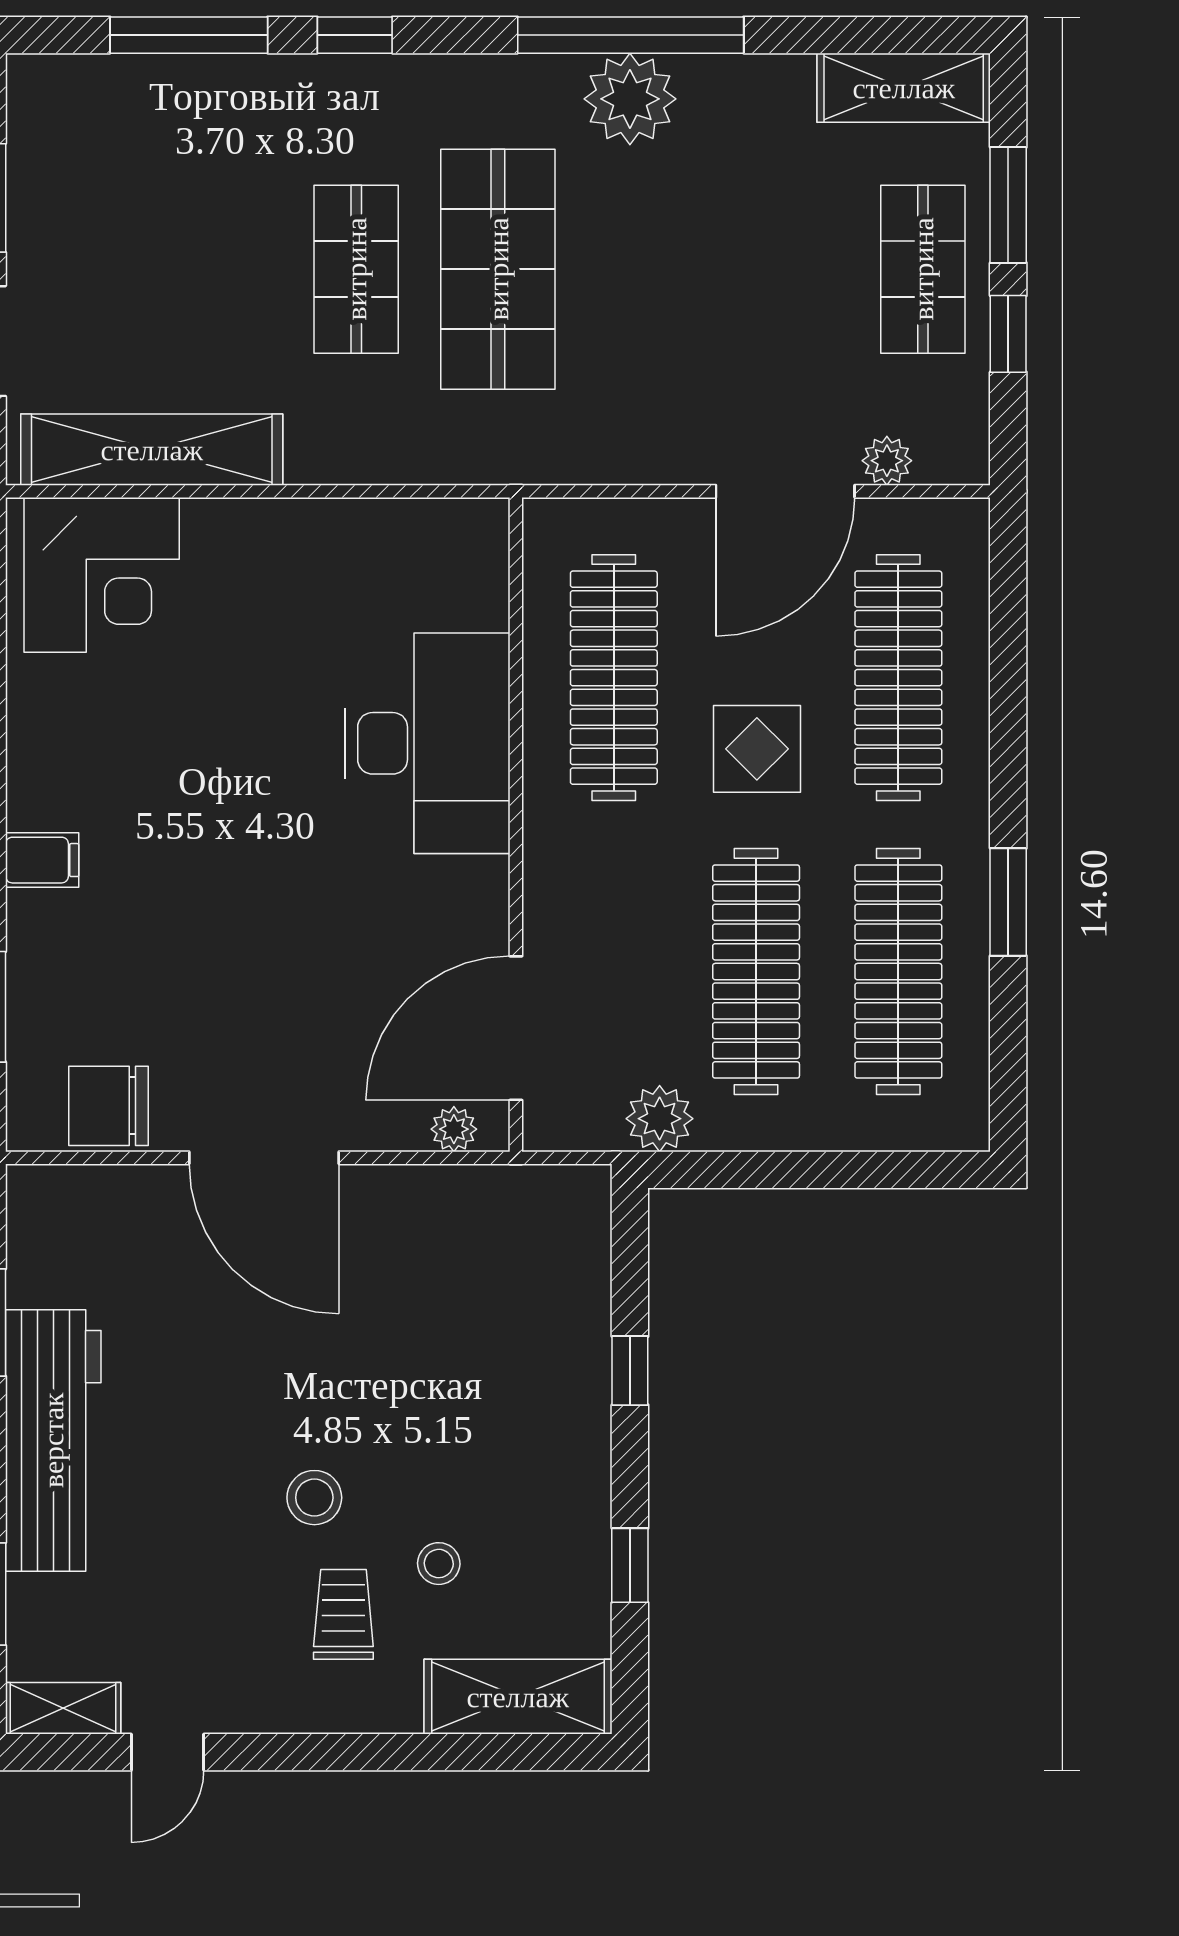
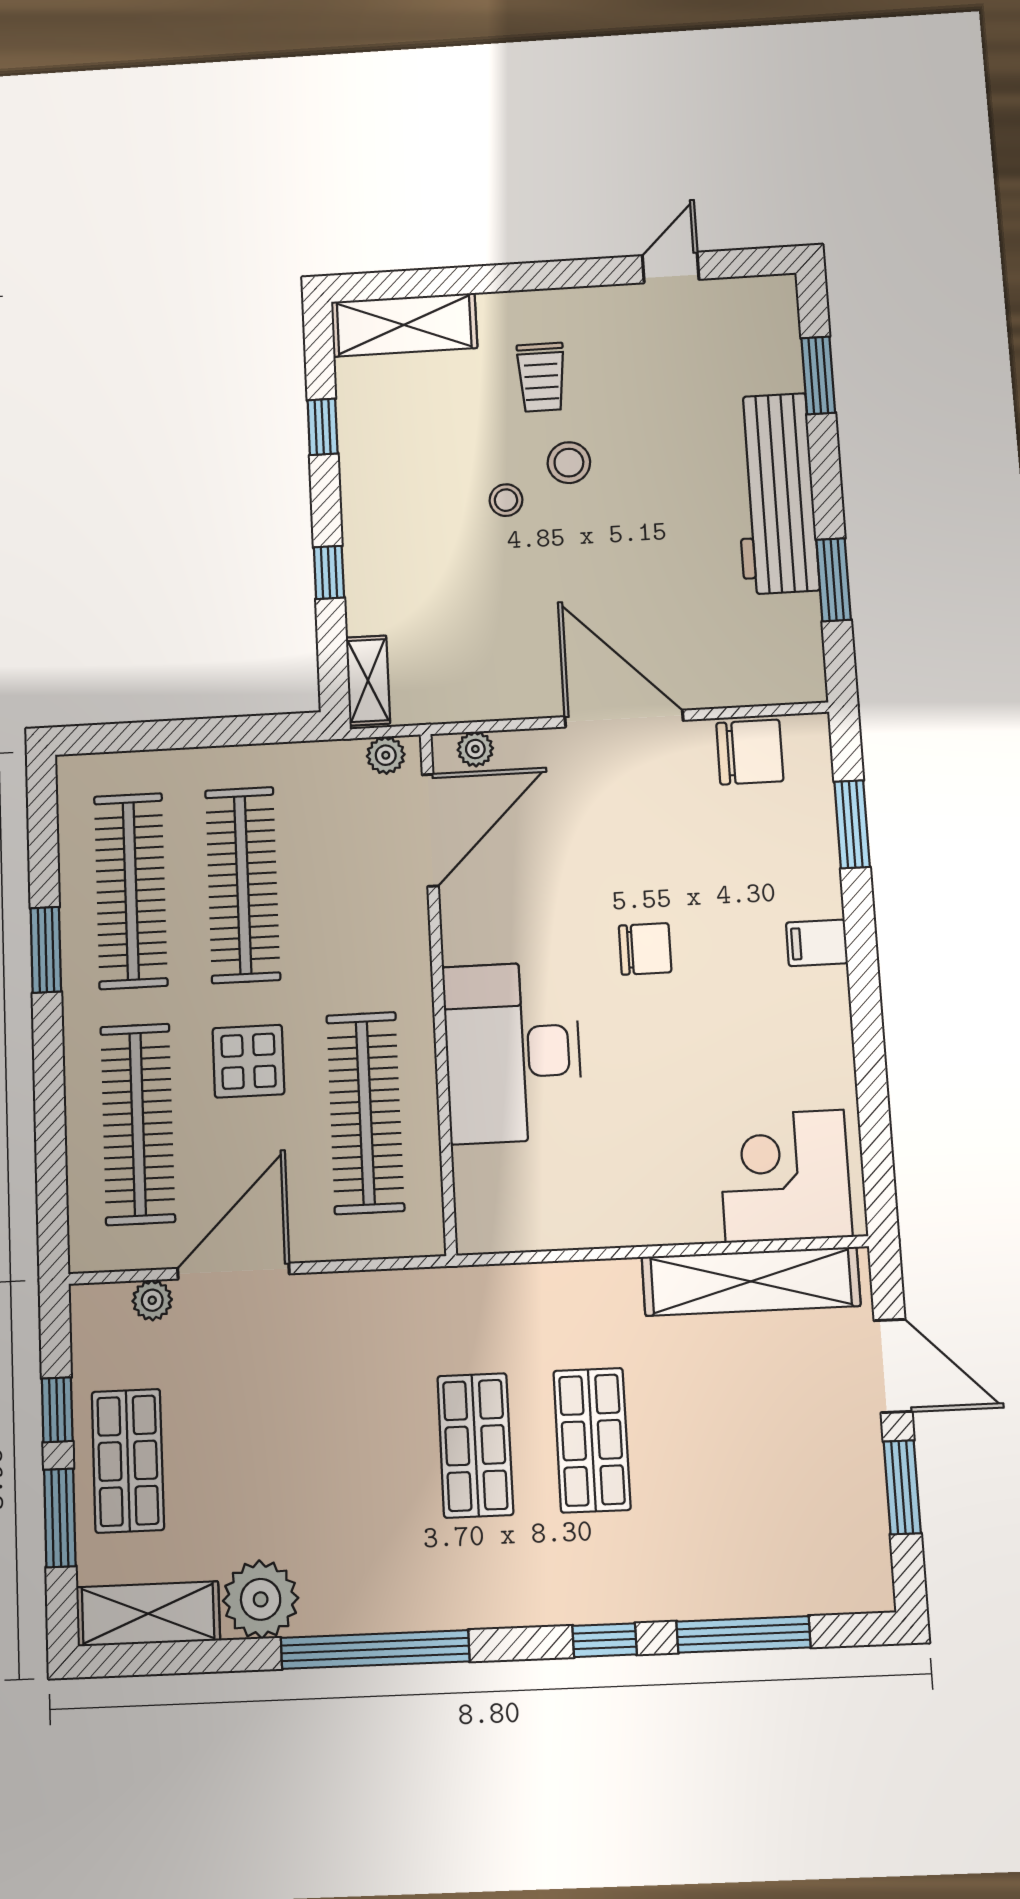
plant: (630, 99) -> (261, 1599), moved
shop shelf: (498, 269) -> (475, 1445), width x0.70, depth x0.74
chair: (255, 864) -> (645, 949), added
plant: (660, 1119) -> (386, 755), moved, width x0.73, depth x0.73
stool: (439, 1564) -> (506, 500), moved
shelving: (63, 1708) -> (368, 680), moved, turned 90

